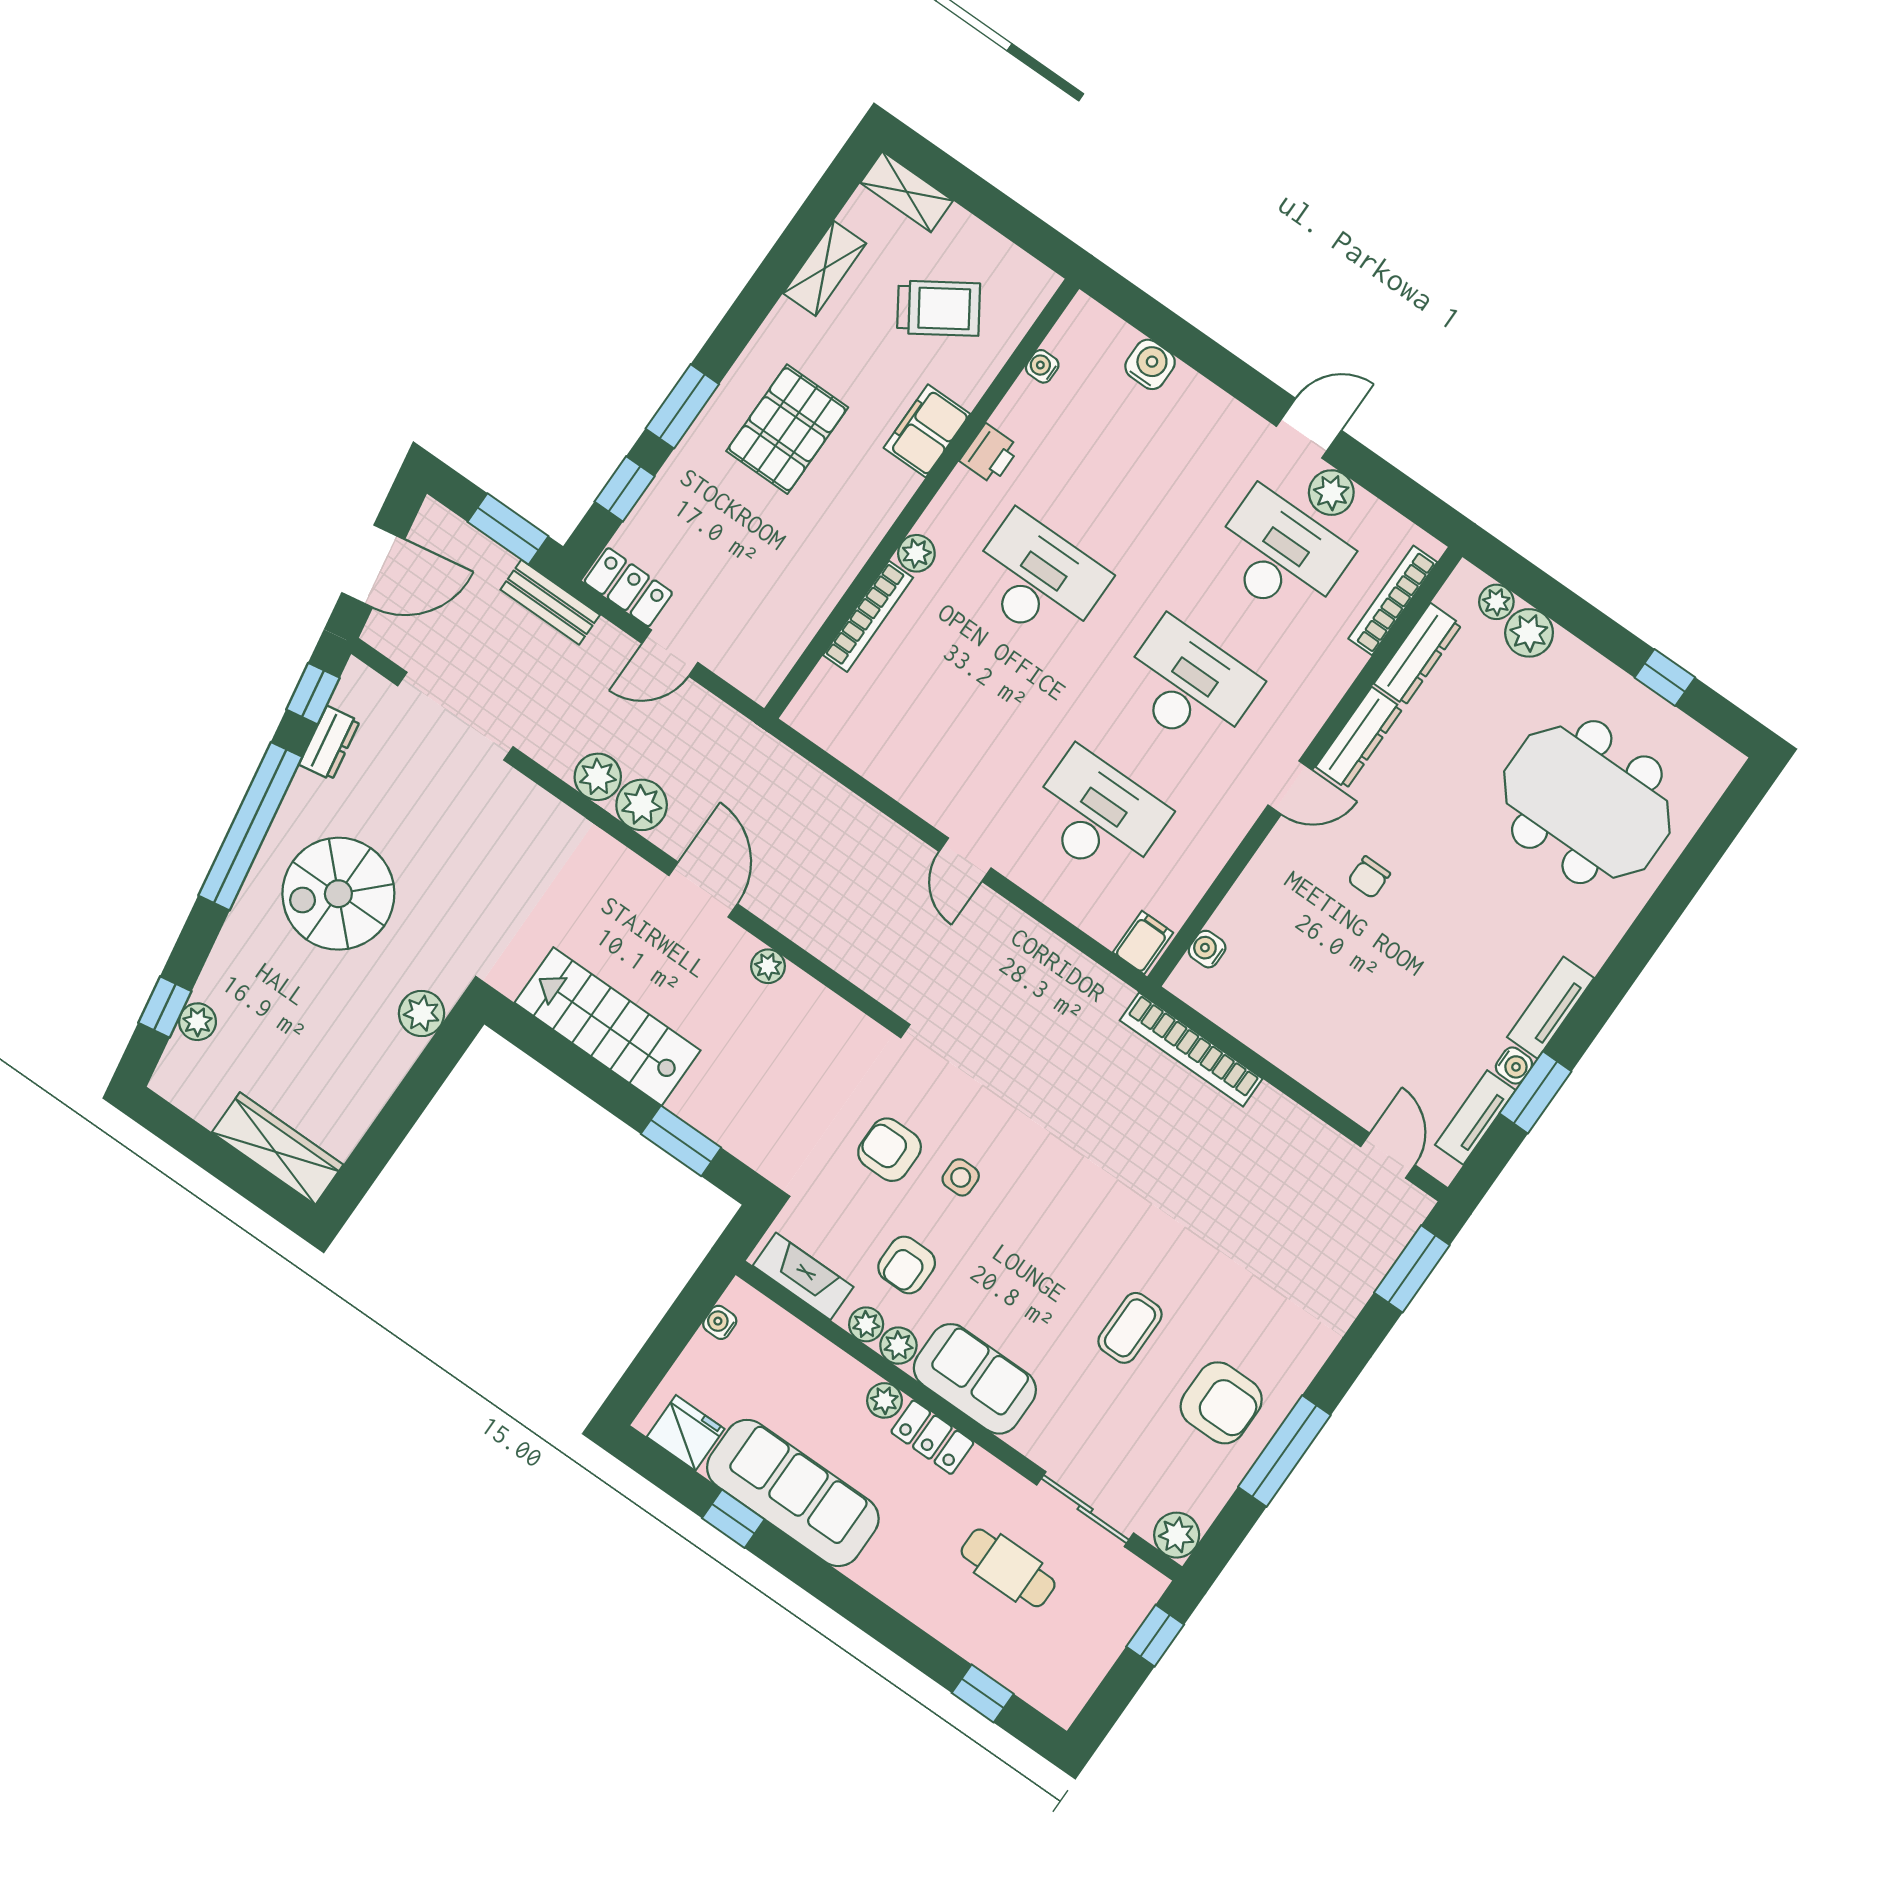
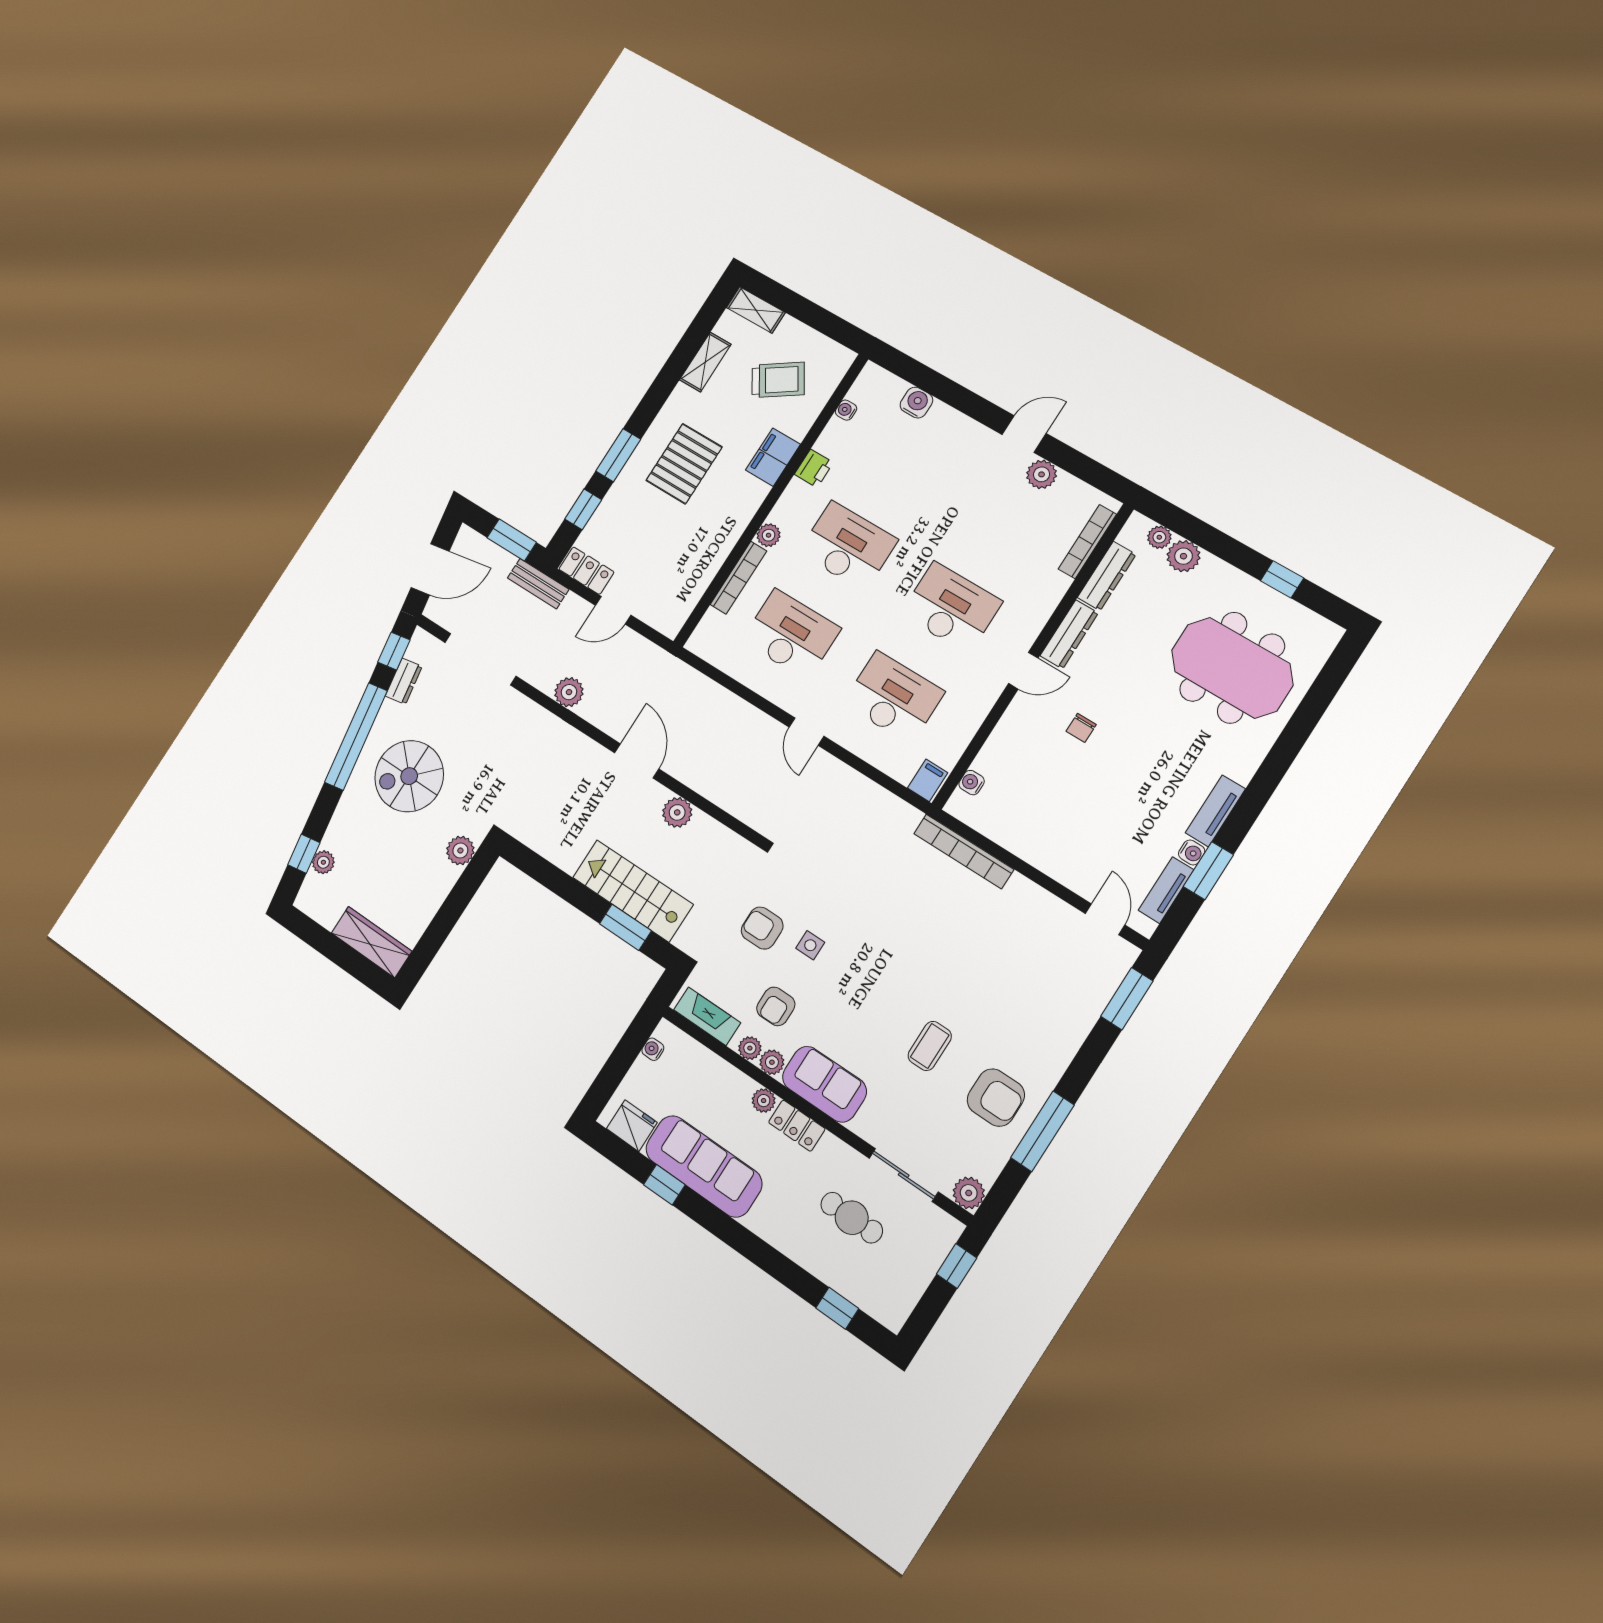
desk: (1280, 555) -> (791, 634), moved
plant: (642, 805) -> (597, 708), removed
plant: (768, 966) -> (677, 812), width x1.38, depth x1.38
stairs: (607, 1027) -> (633, 891), moved

